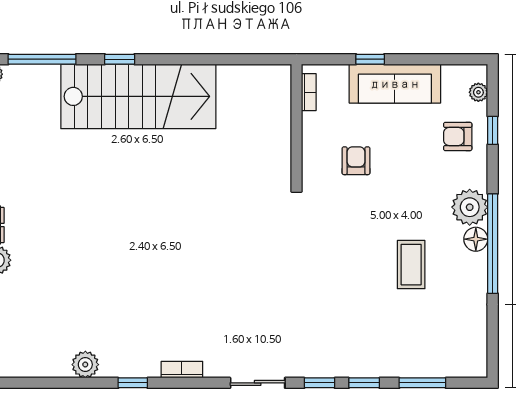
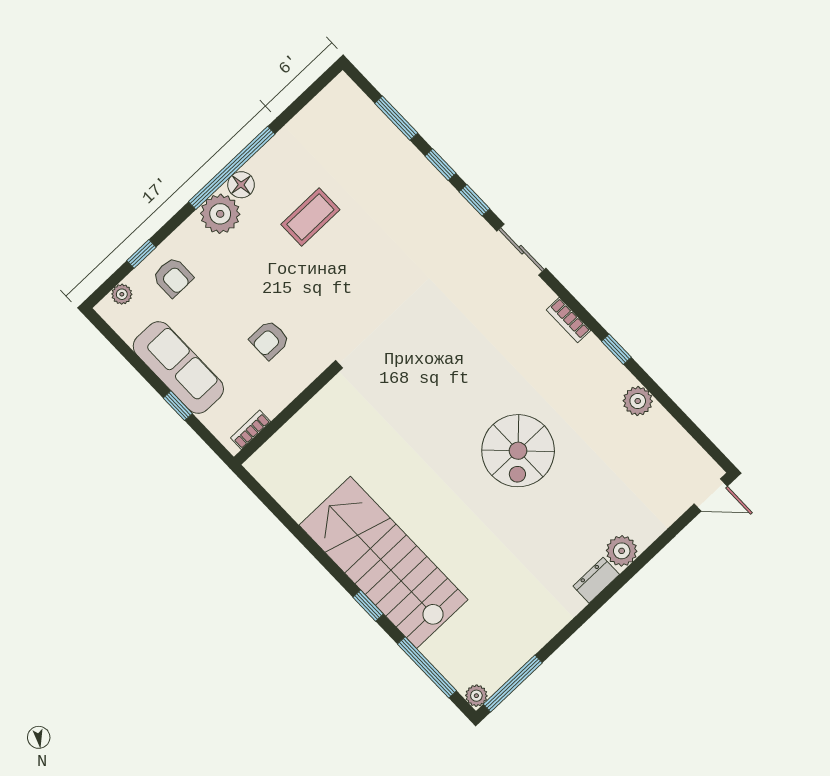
spiral stairs: (128, 255) -> (518, 451), added

